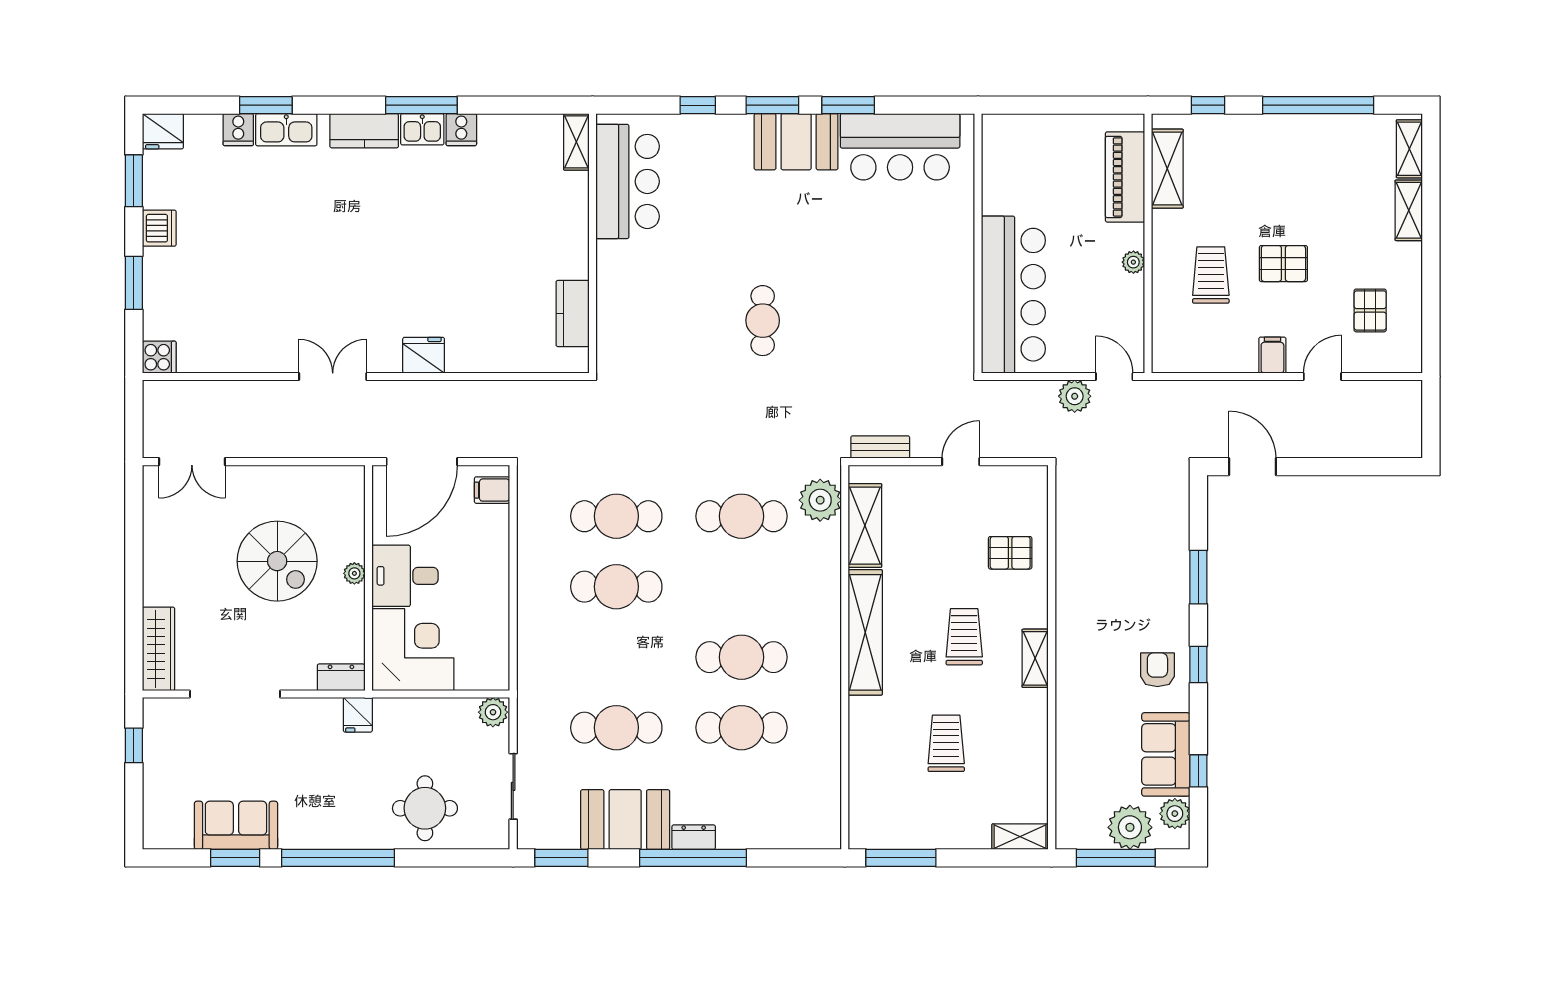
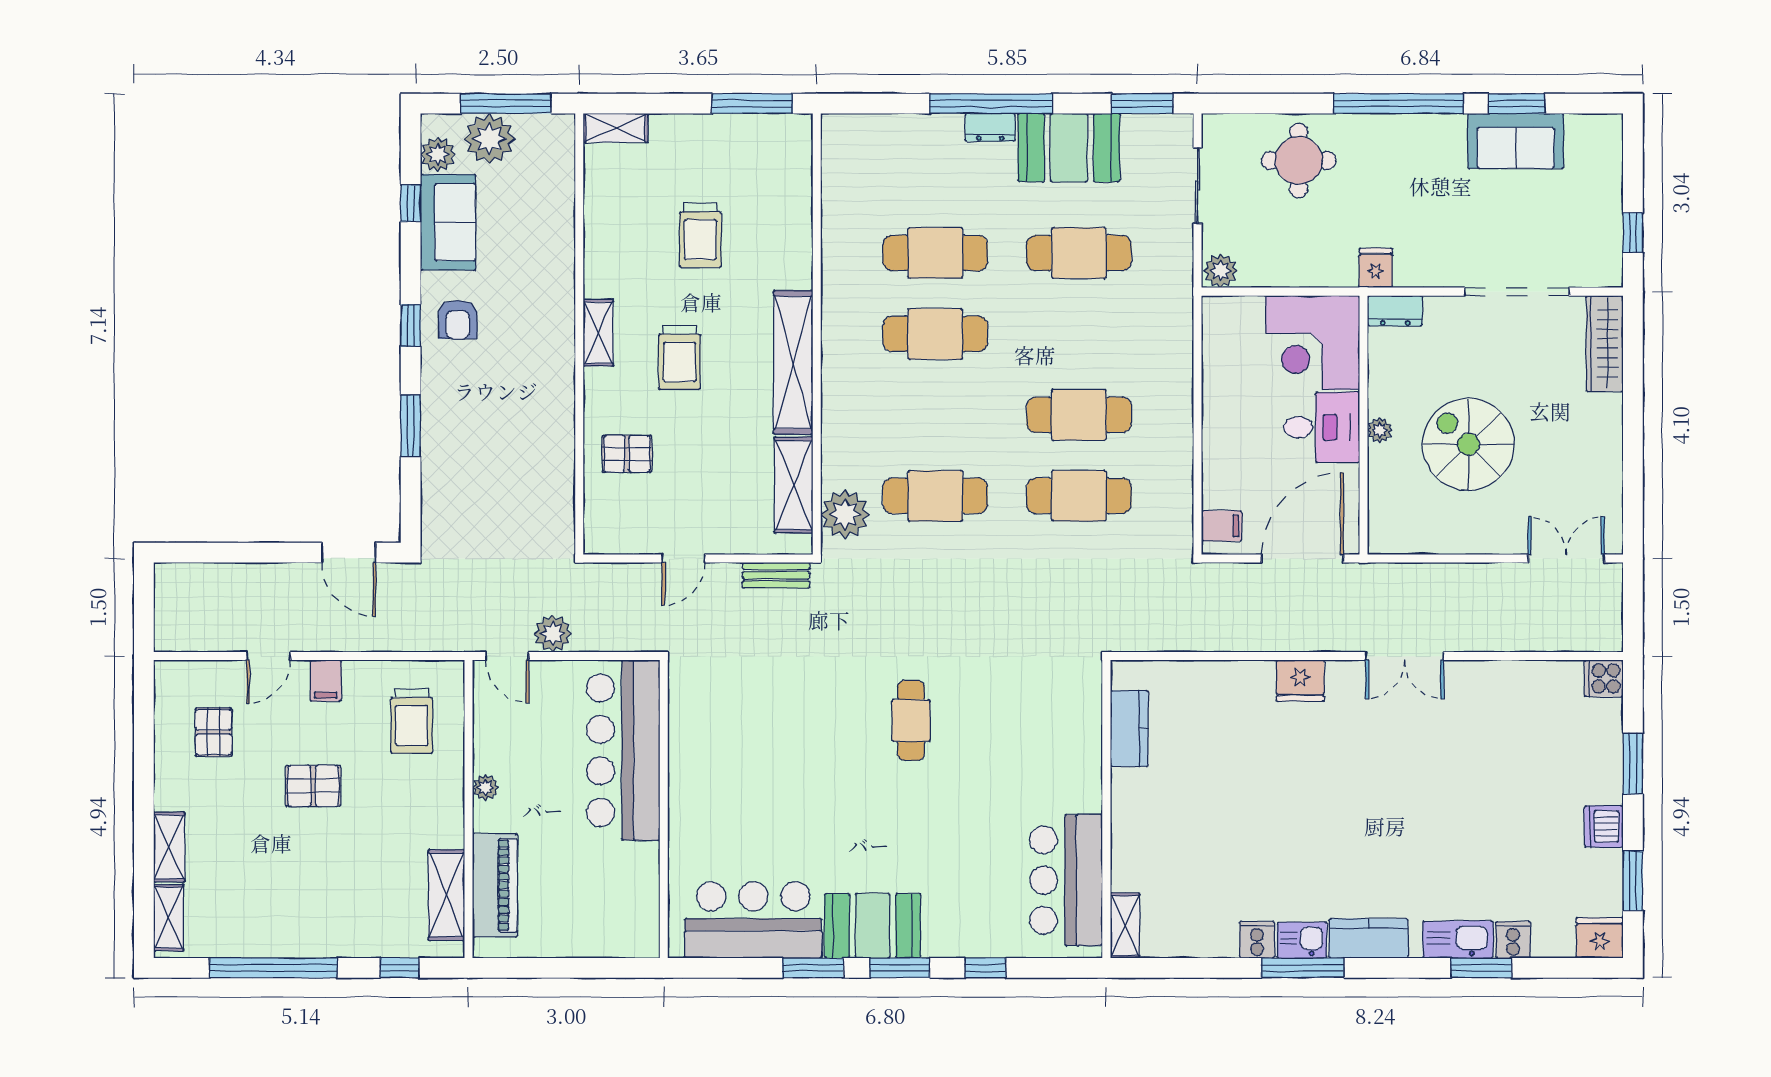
trolley: (1211, 275) -> (412, 721), moved

